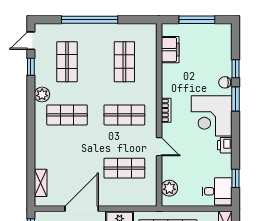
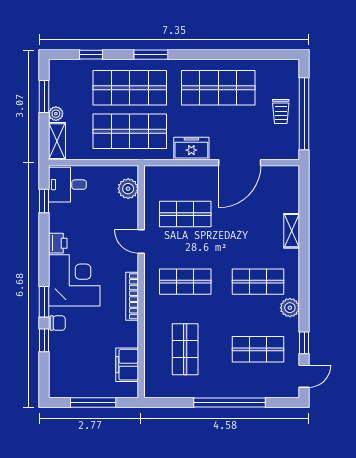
shop shelf: (67, 62) -> (258, 349), turned 90
bookcase: (166, 110) -> (132, 296), width x1.56
shelving: (41, 183) -> (292, 231), moved

